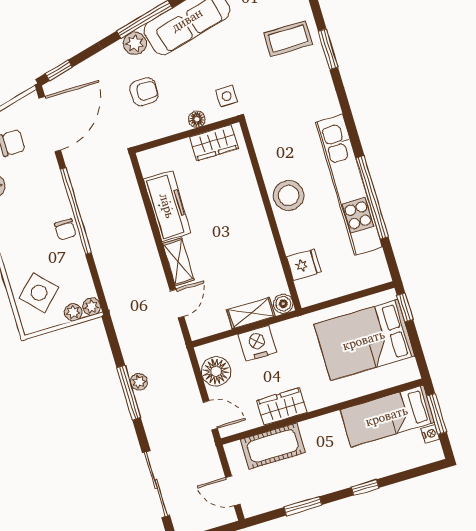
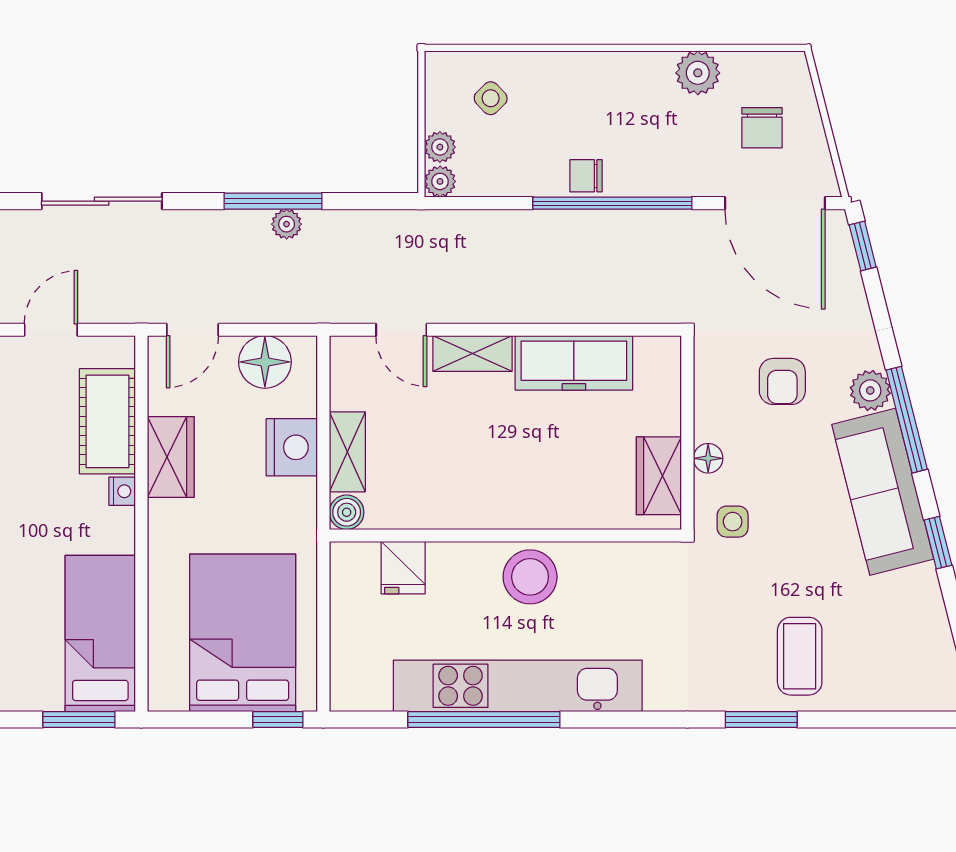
side table: (39, 293) -> (491, 98), width x0.54, depth x0.54
nightstand: (430, 434) -> (122, 491), moved, turned -90

